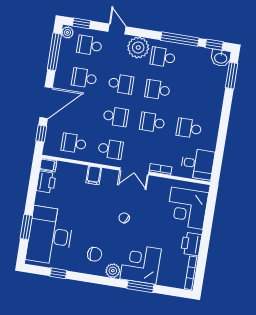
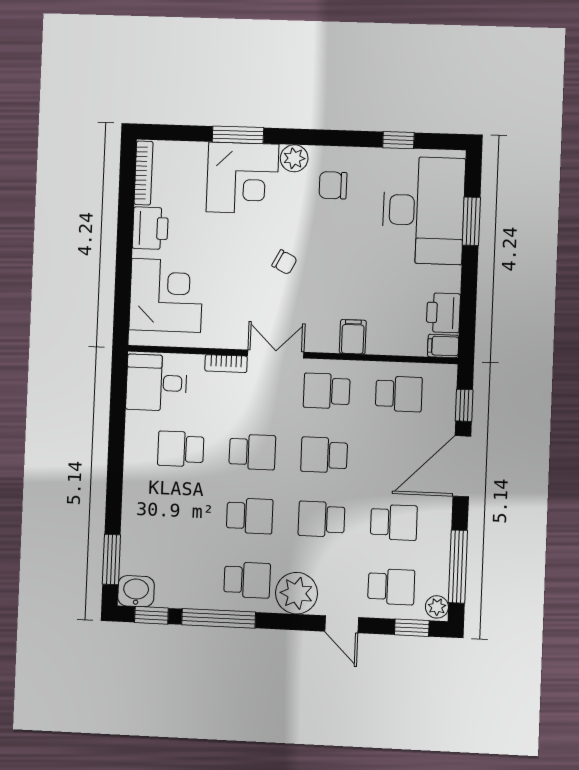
school desk: (189, 128) -> (181, 449), turned 180

